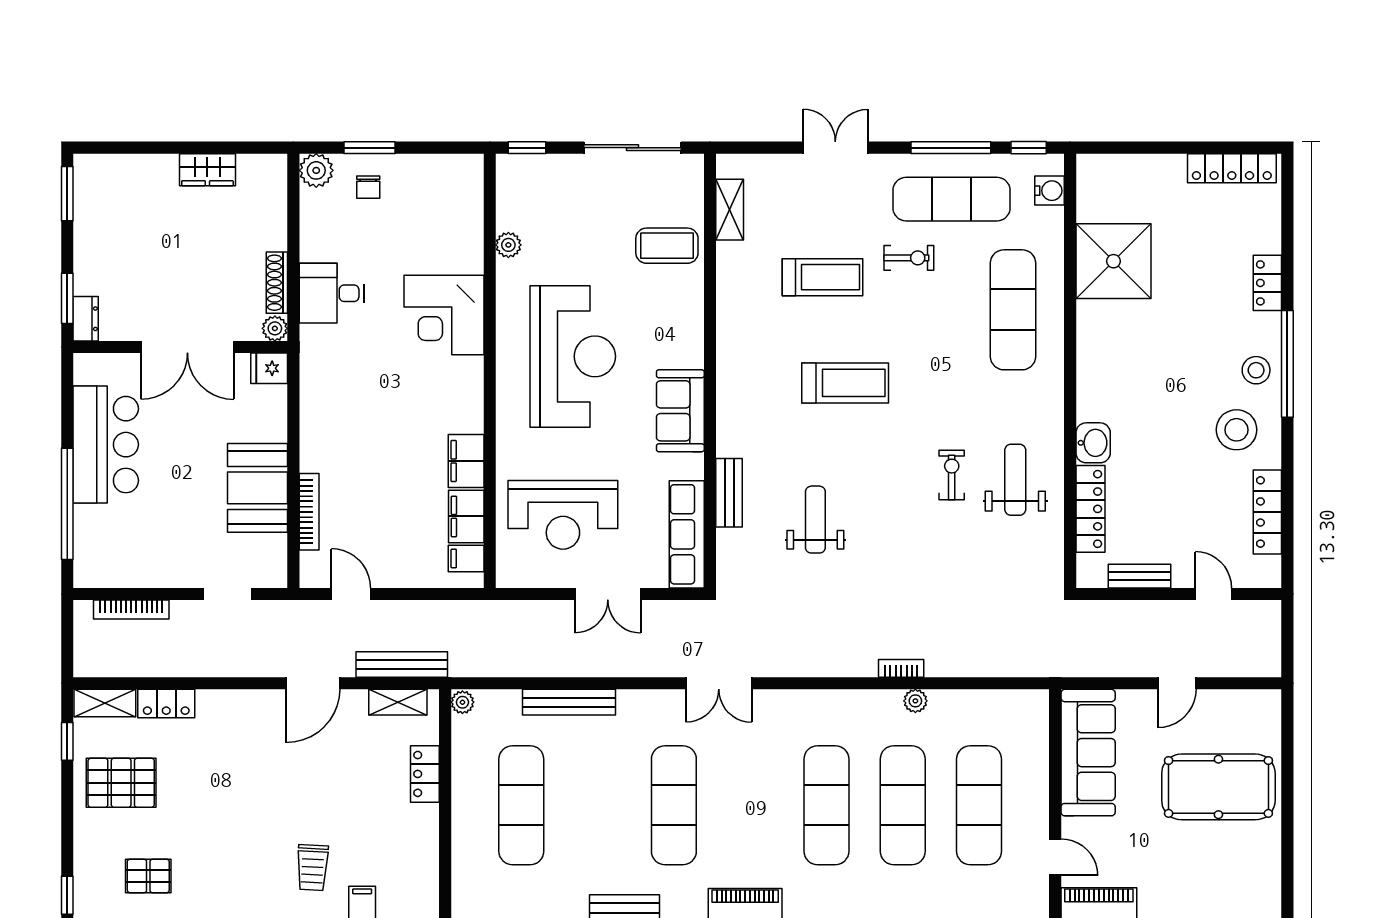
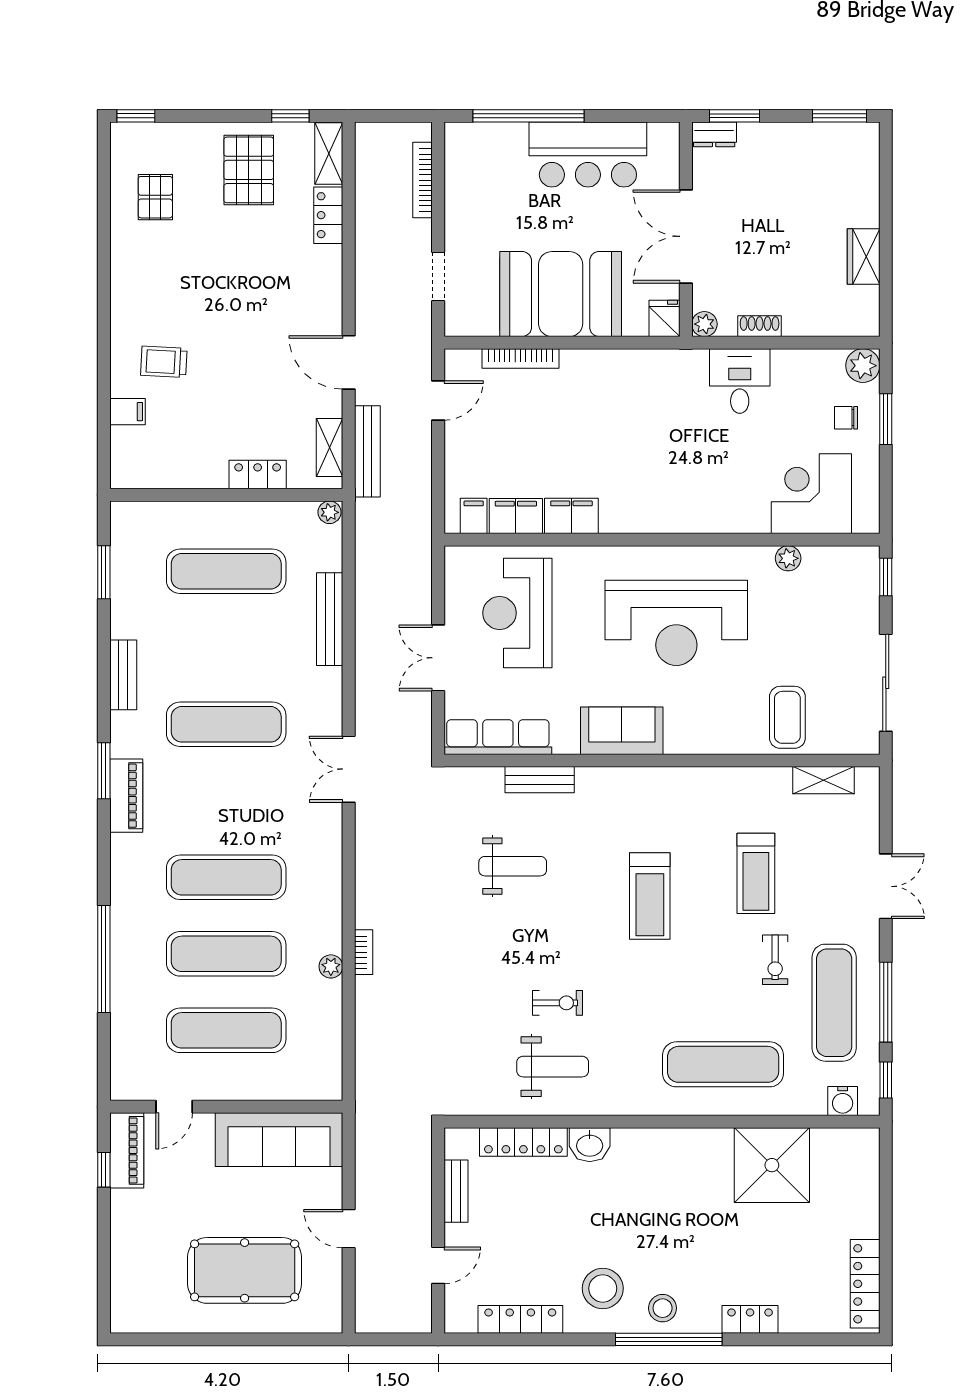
shoe rack: (277, 283) -> (760, 326), width x0.70
corner desk: (444, 315) -> (811, 494), moved
booth: (258, 488) -> (561, 294), width x1.36, depth x1.42
pool table: (1218, 787) -> (245, 1270), turned 90

